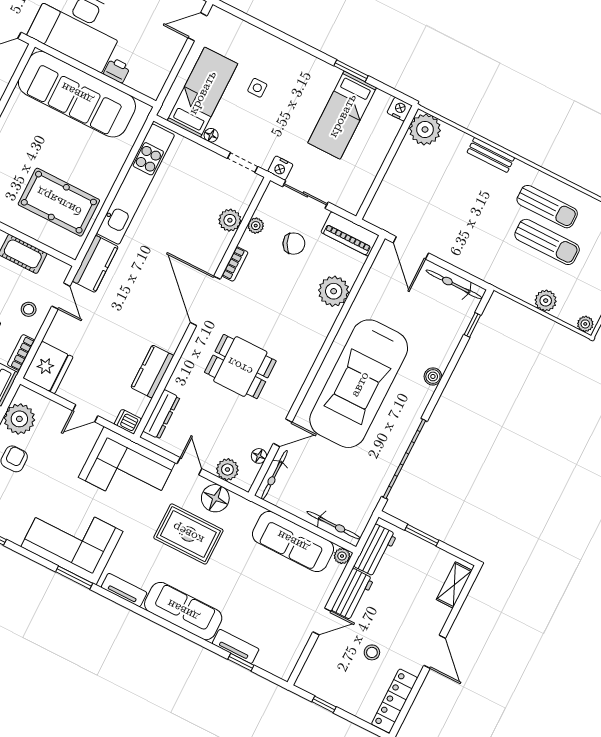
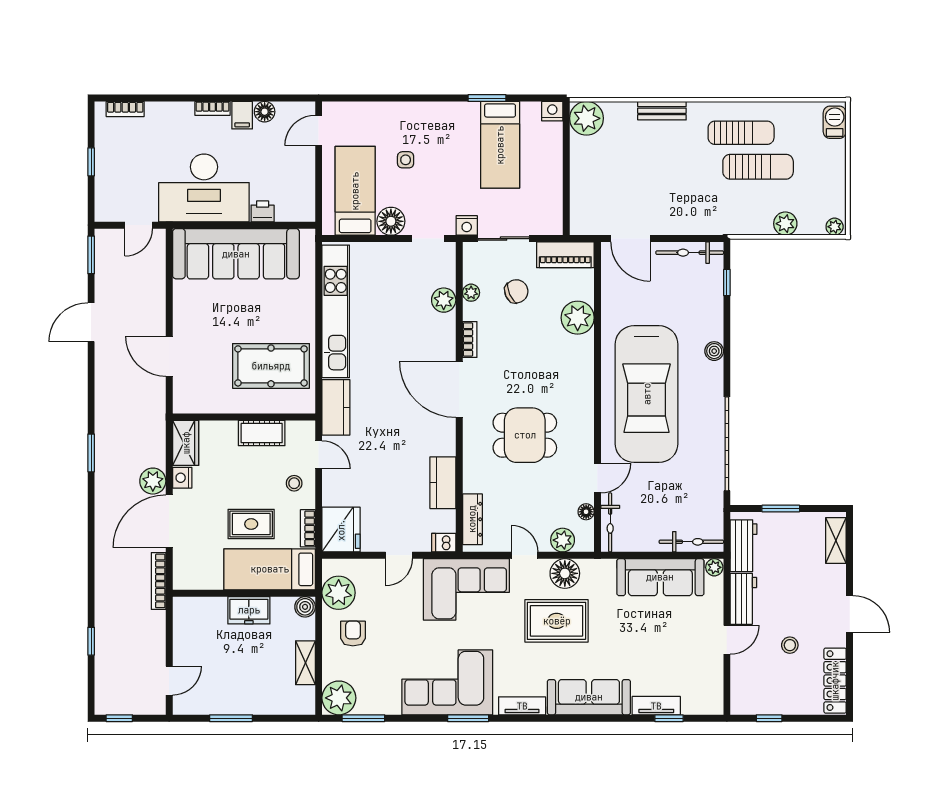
floor lamp: (211, 135) -> (391, 221), width x1.89, depth x1.89

